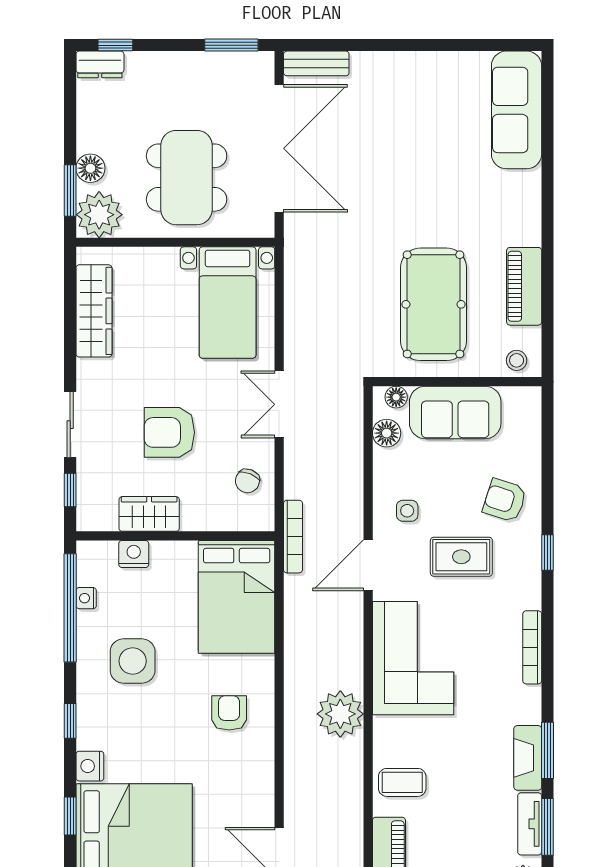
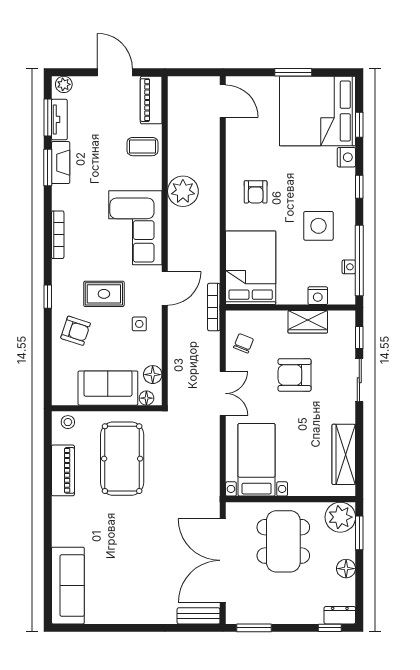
floor lamp: (90, 168) -> (346, 569), moved
armchair: (169, 432) -> (295, 375), turned 180

